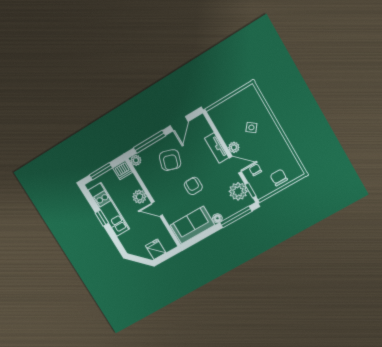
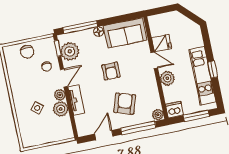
plant: (229, 134) -> (61, 109), added
door: (235, 165) -> (64, 78), swing flipped
fridge: (156, 249) -> (162, 43), moved, turned -90

